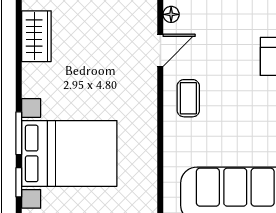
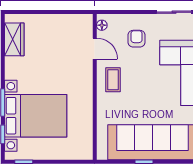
armchair: (224, 35) -> (136, 39), added
door: (160, 50) -> (95, 49), hinge flipped

